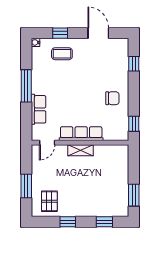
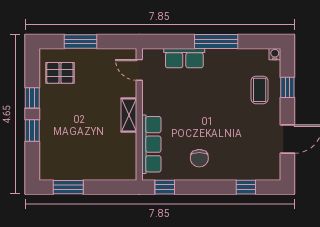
row of seats: (81, 134) -> (151, 144), moved
window: (104, 222) -> (32, 131), moved

